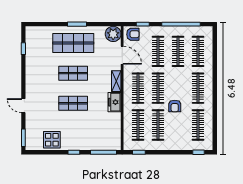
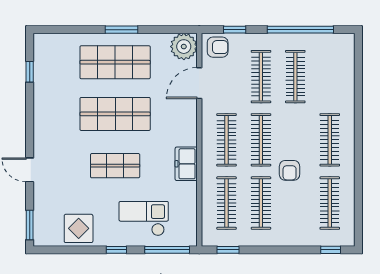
clothes rail: (198, 51) -> (330, 77), removed
door: (122, 55) -> (199, 83), swing flipped
shop shelf: (73, 73) -> (115, 114), width x1.43, depth x1.36
shelving: (116, 81) -> (189, 128), removed
checkout: (90, 134) -> (144, 219), added

